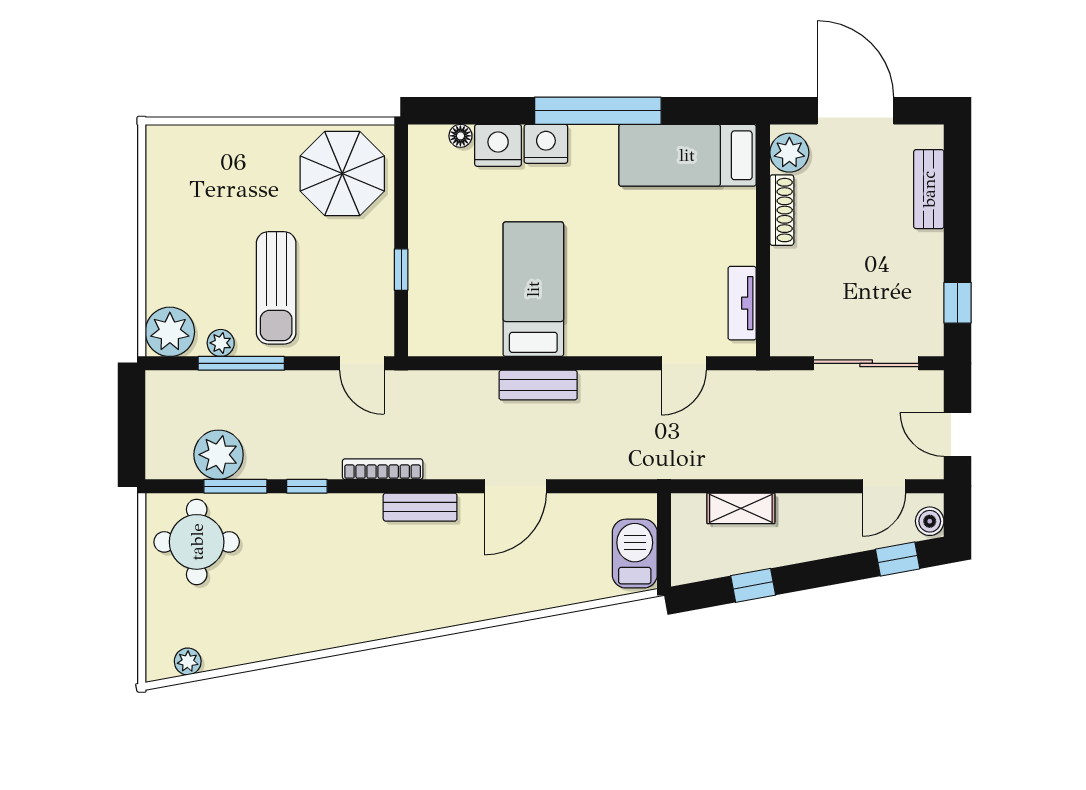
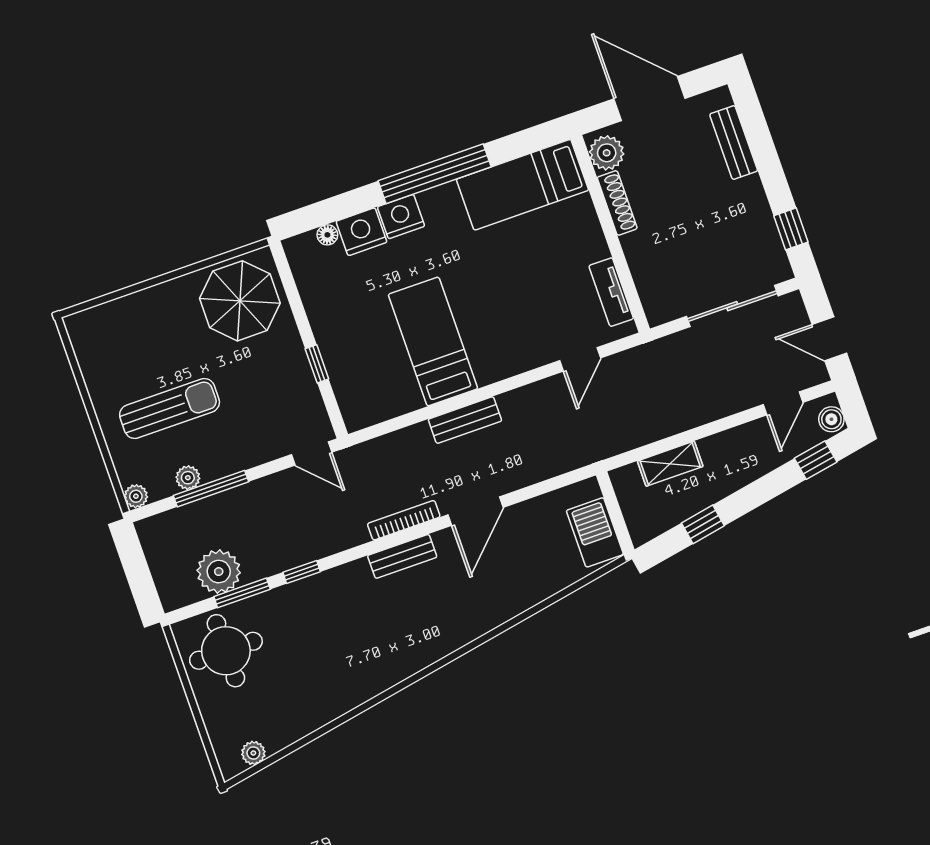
sun lounger: (276, 288) -> (170, 408), moved, turned -90
plant: (170, 332) -> (136, 496), width x0.53, depth x0.53
bookcase: (383, 469) -> (404, 520), moved

